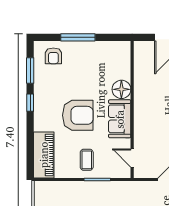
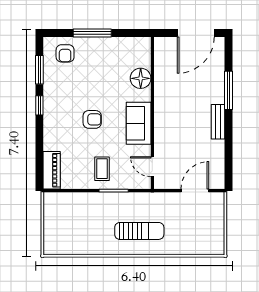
floor lamp: (121, 89) -> (141, 78), moved
armchair: (78, 115) -> (92, 119), width x0.53, depth x0.53
piano: (44, 155) -> (52, 170), width x0.73, depth x0.75

